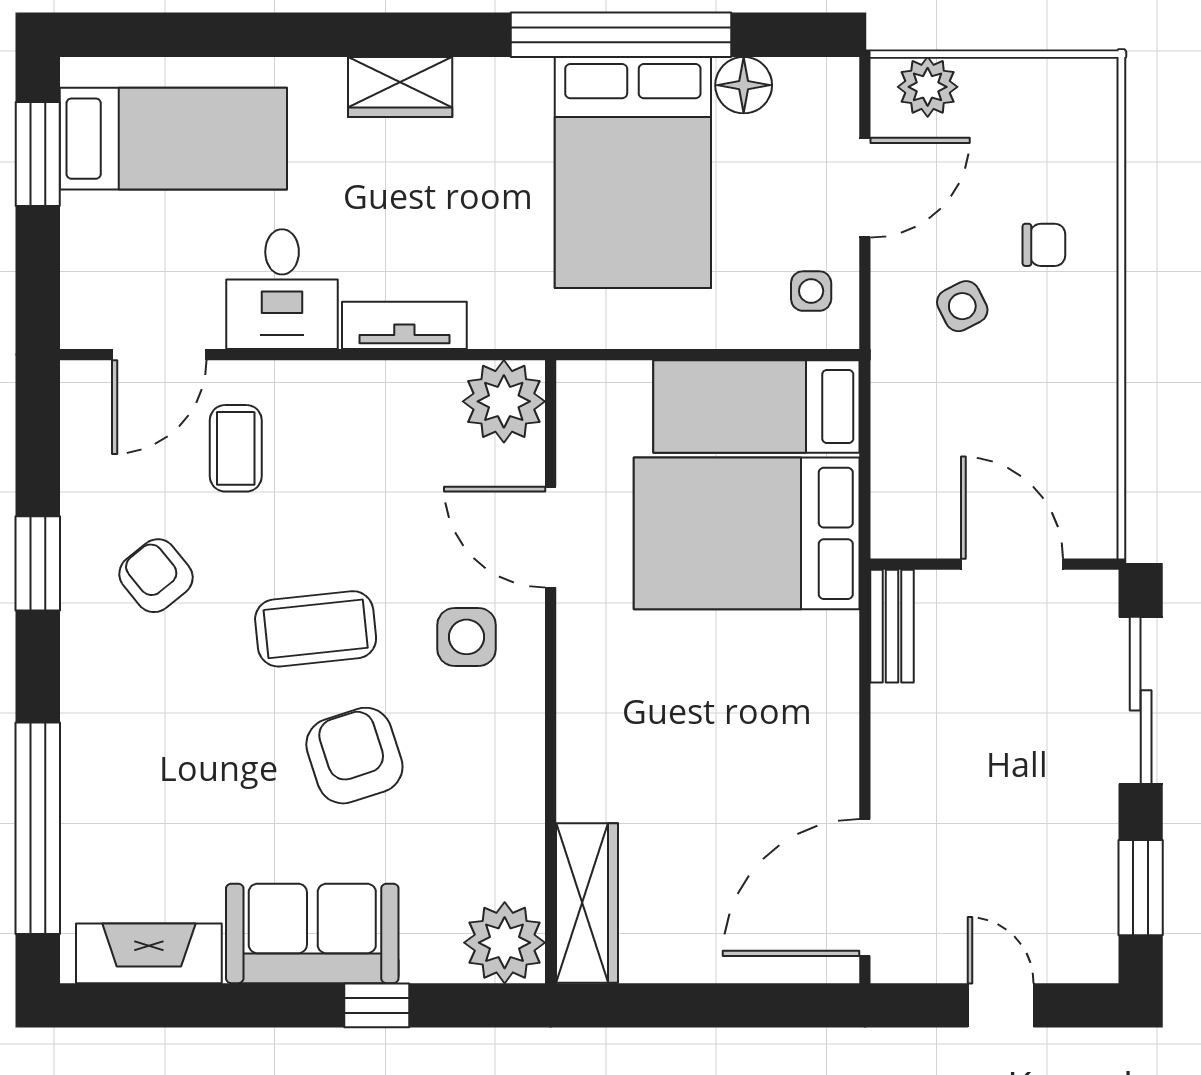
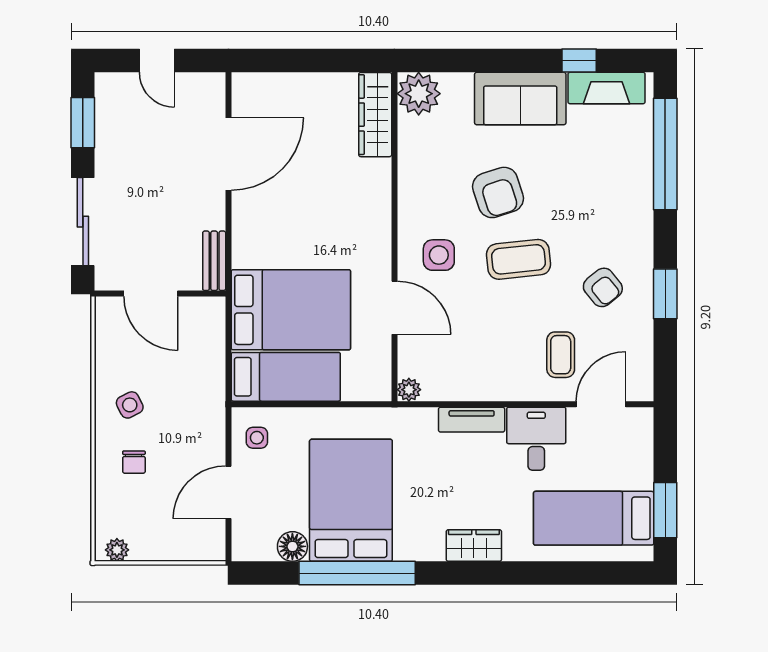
plant: (928, 87) -> (117, 550), moved, width x0.73, depth x0.73
chair: (1044, 245) -> (134, 462), turned -90
side table: (962, 306) -> (130, 405), moved
plant: (504, 401) -> (409, 390), width x0.53, depth x0.53
door: (865, 888) -> (228, 154), moved
window: (377, 1005) -> (579, 61), moved

